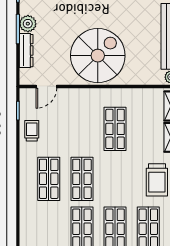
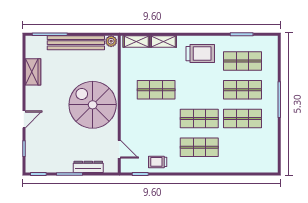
plant: (28, 24) -> (65, 165), removed

